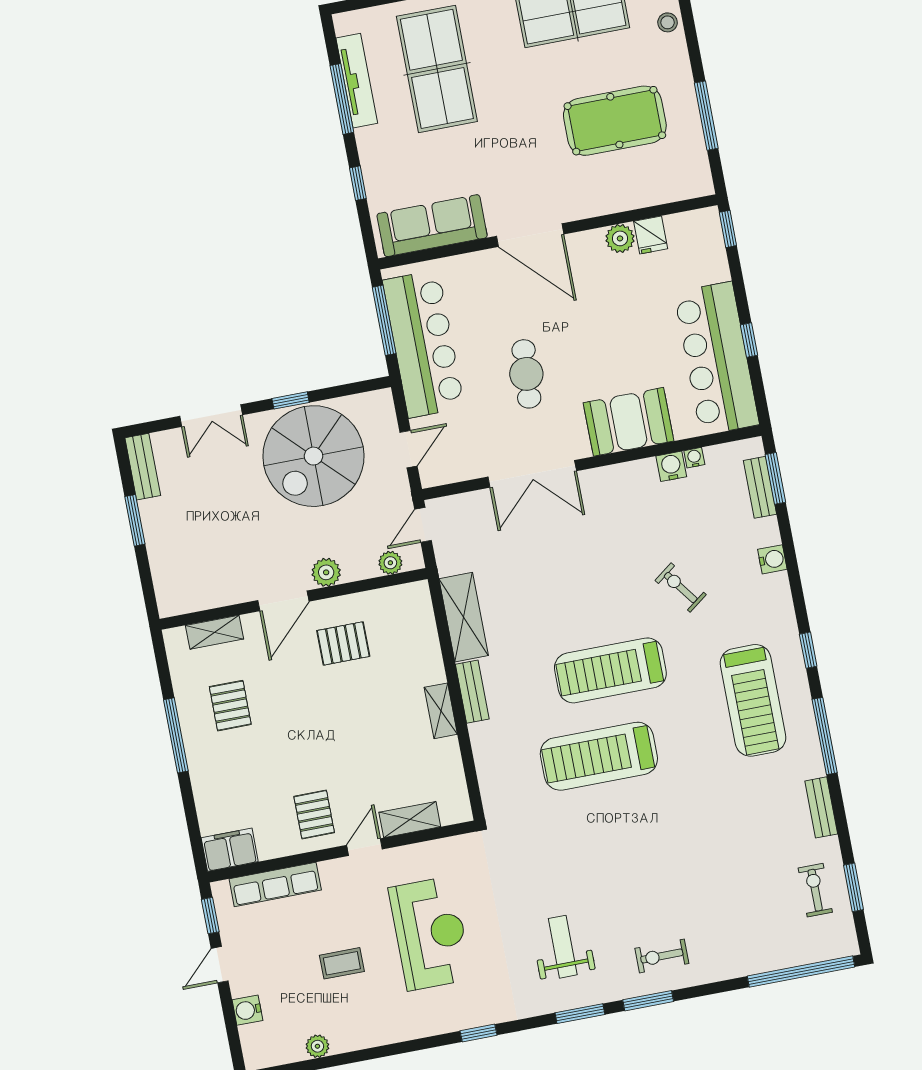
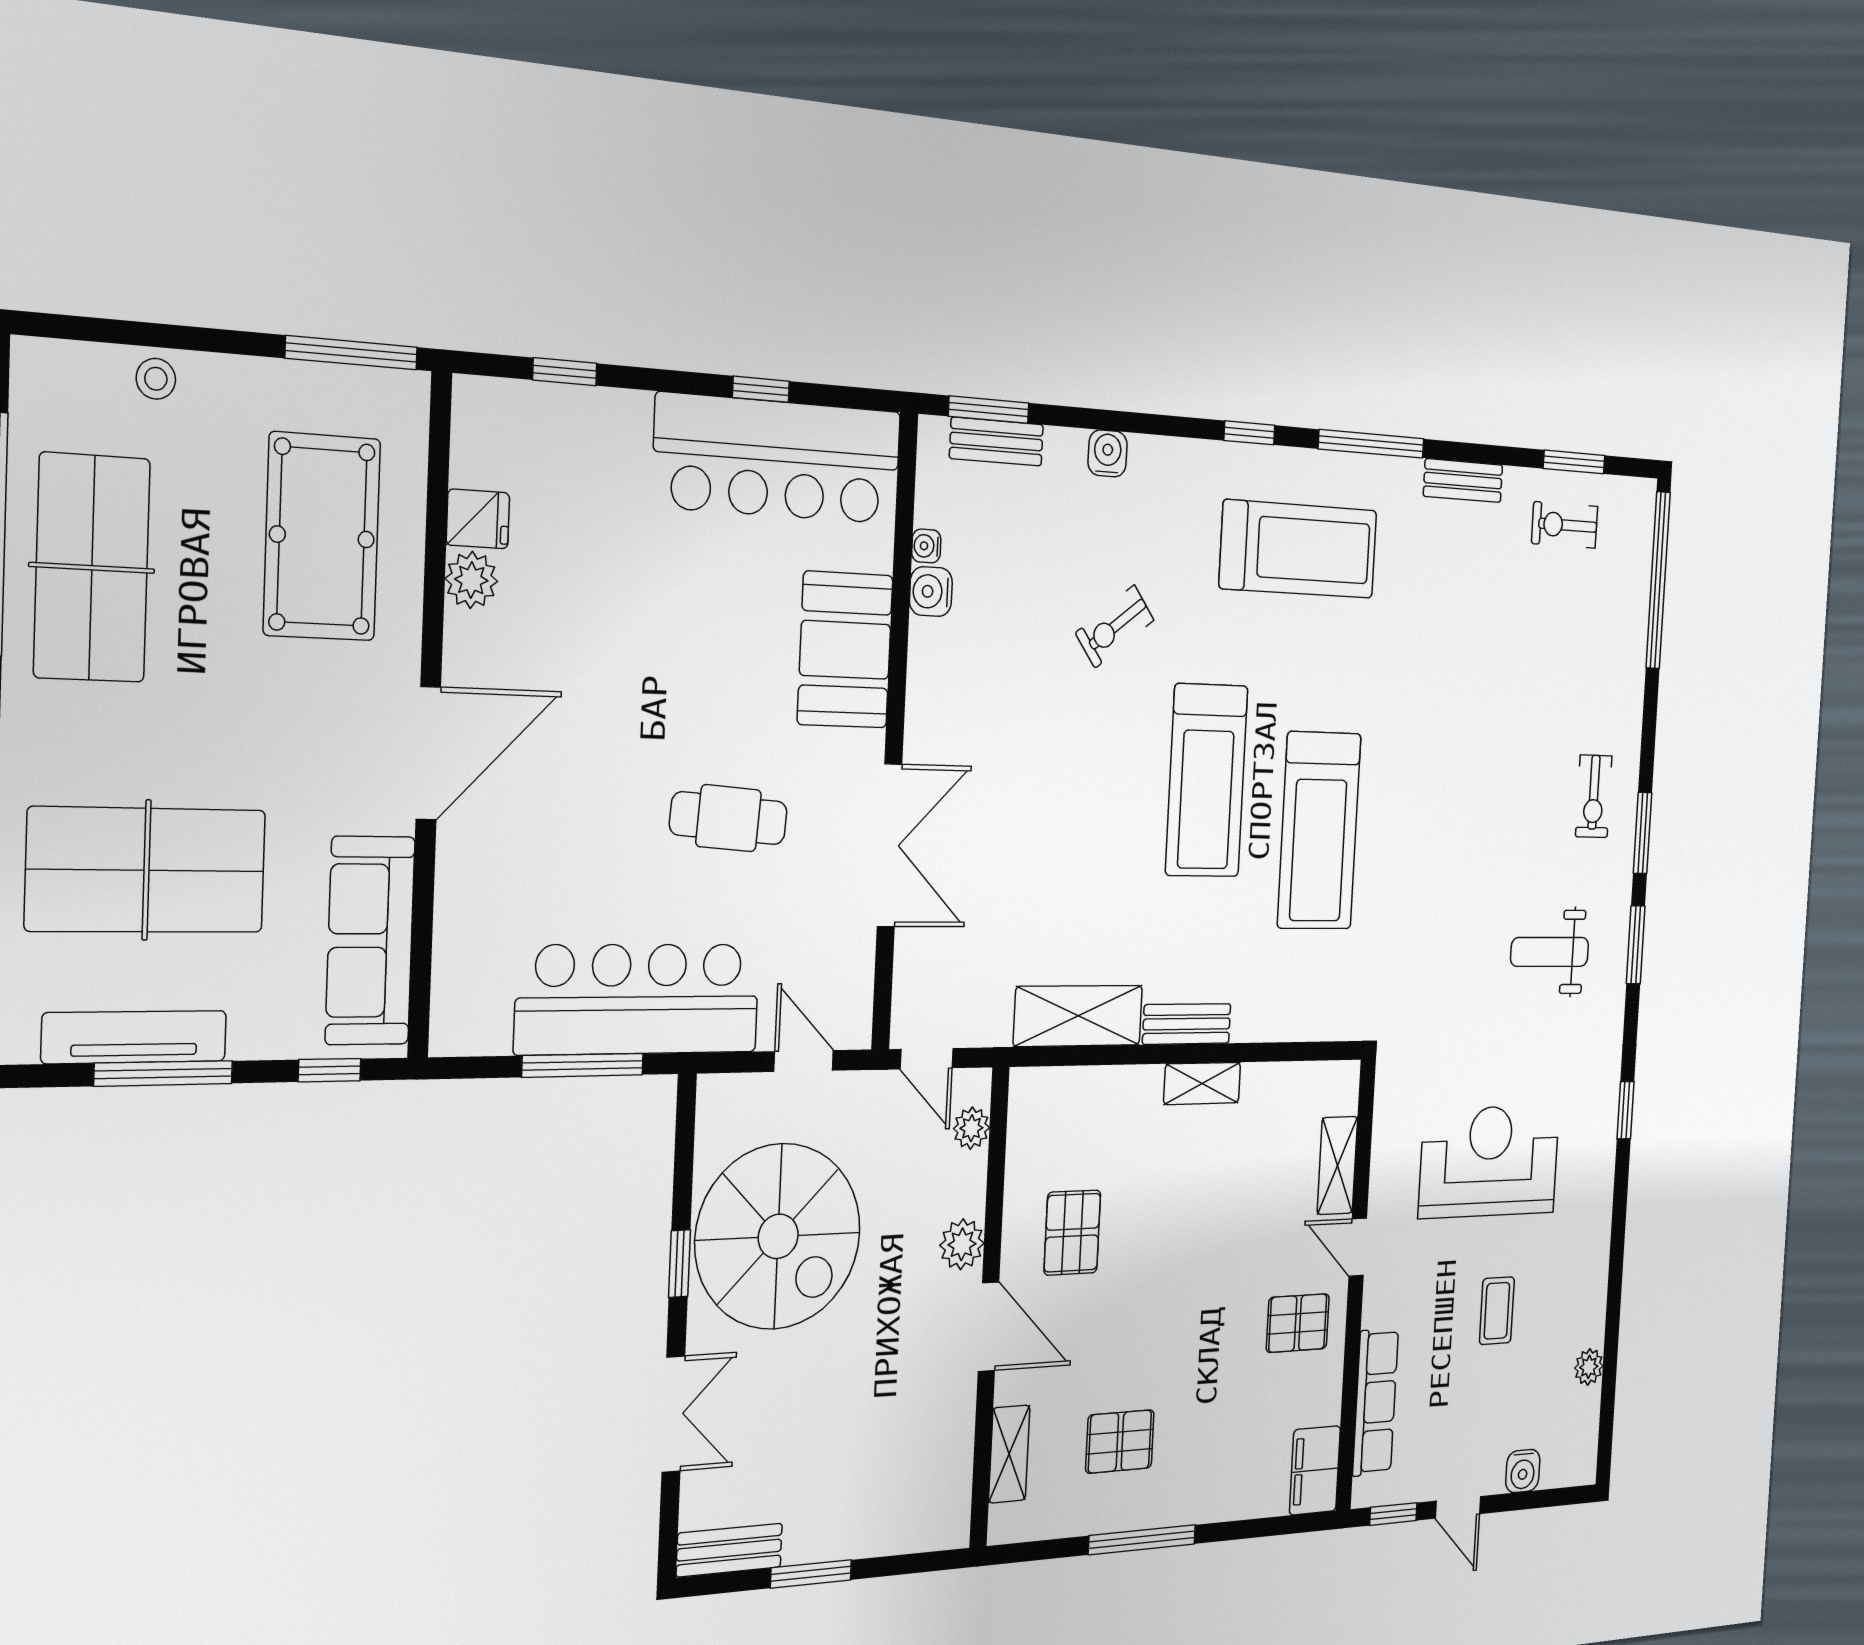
sofa: (432, 226) -> (370, 941), moved
wall: (548, 232) -> (430, 717), moved
door: (530, 235) -> (428, 753), moved
fridge: (651, 235) -> (478, 519), moved
plant: (620, 238) -> (471, 580), moved

